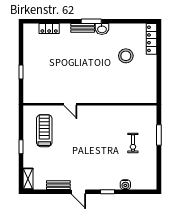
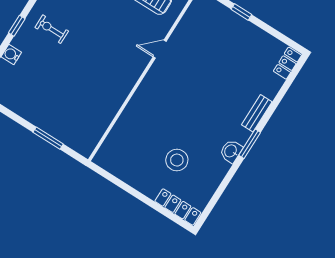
locker: (49, 28) -> (287, 63), moved
bench: (83, 28) -> (257, 113), moved
exercise bike: (133, 143) -> (52, 29), moved

